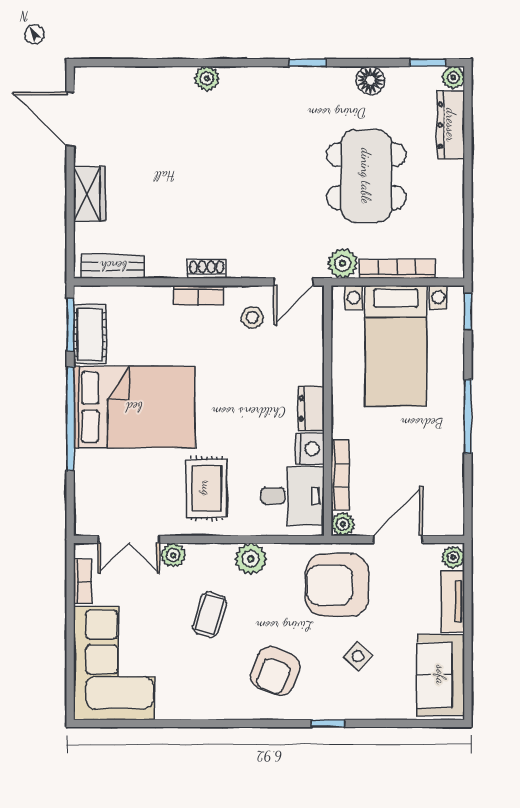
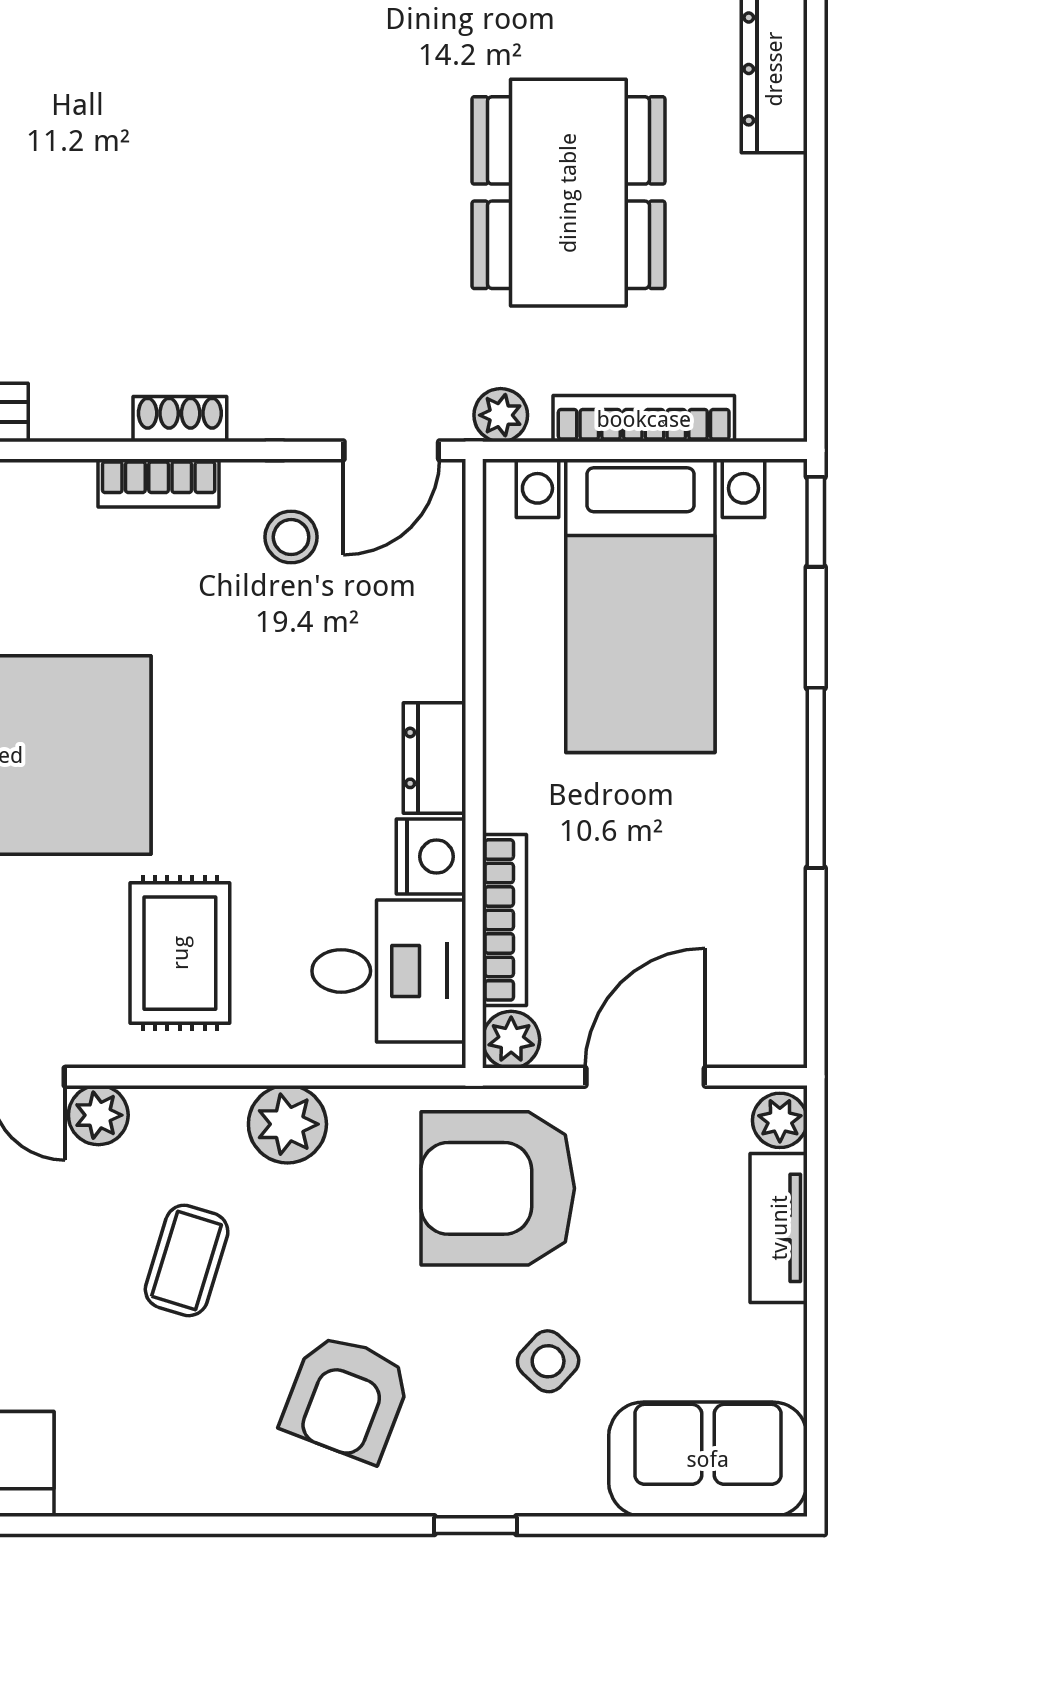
plant: (343, 263) -> (501, 415), width x0.73, depth x0.73
sofa: (441, 675) -> (708, 1459), moved, turned 90

